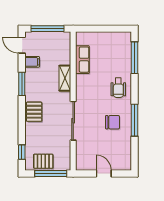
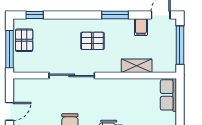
row of seats: (82, 60) -> (168, 95), moved, turned 90
shelving: (65, 78) -> (137, 66), moved
pallet: (34, 112) -> (92, 41), moved

